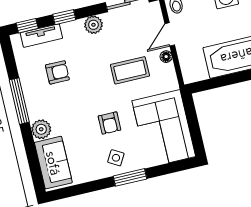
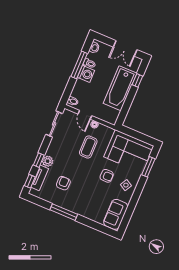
plant: (93, 25) -> (48, 161), moved
plant: (41, 129) -> (85, 211), removed
sofa: (53, 163) -> (116, 214), moved, turned -90
window: (130, 177) -> (148, 167), moved

